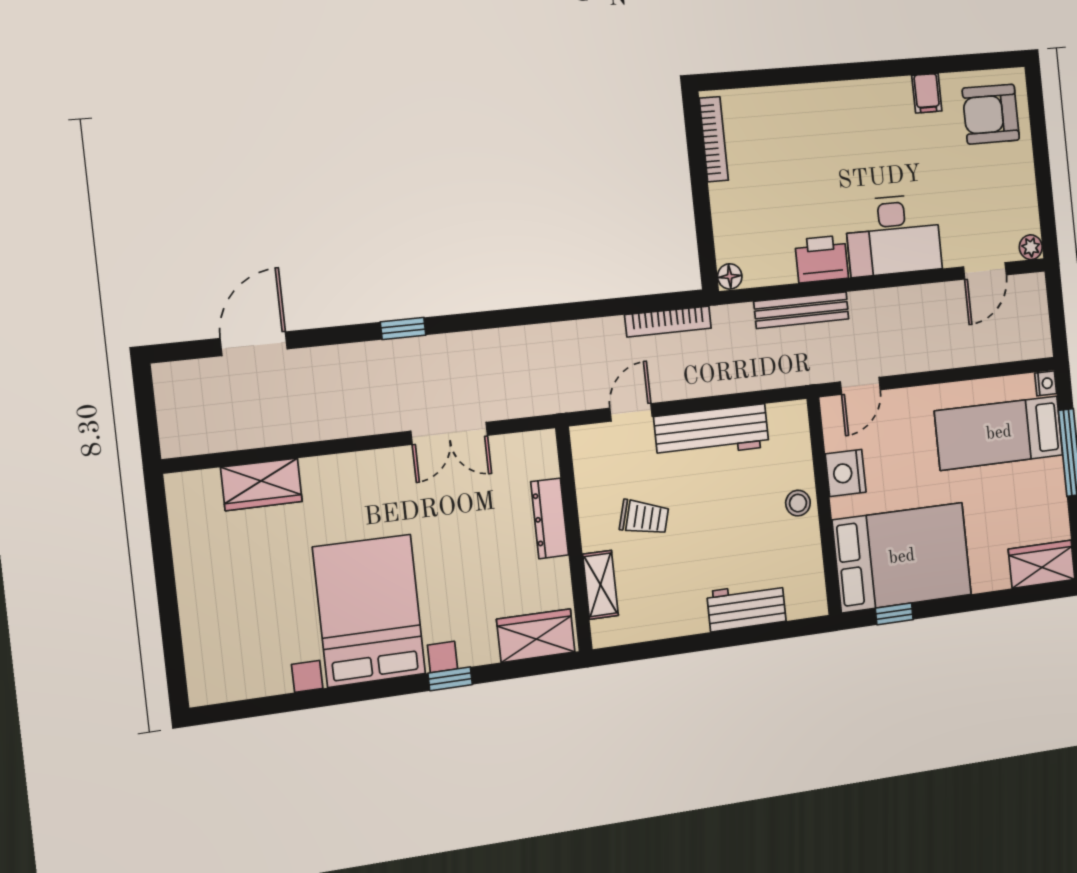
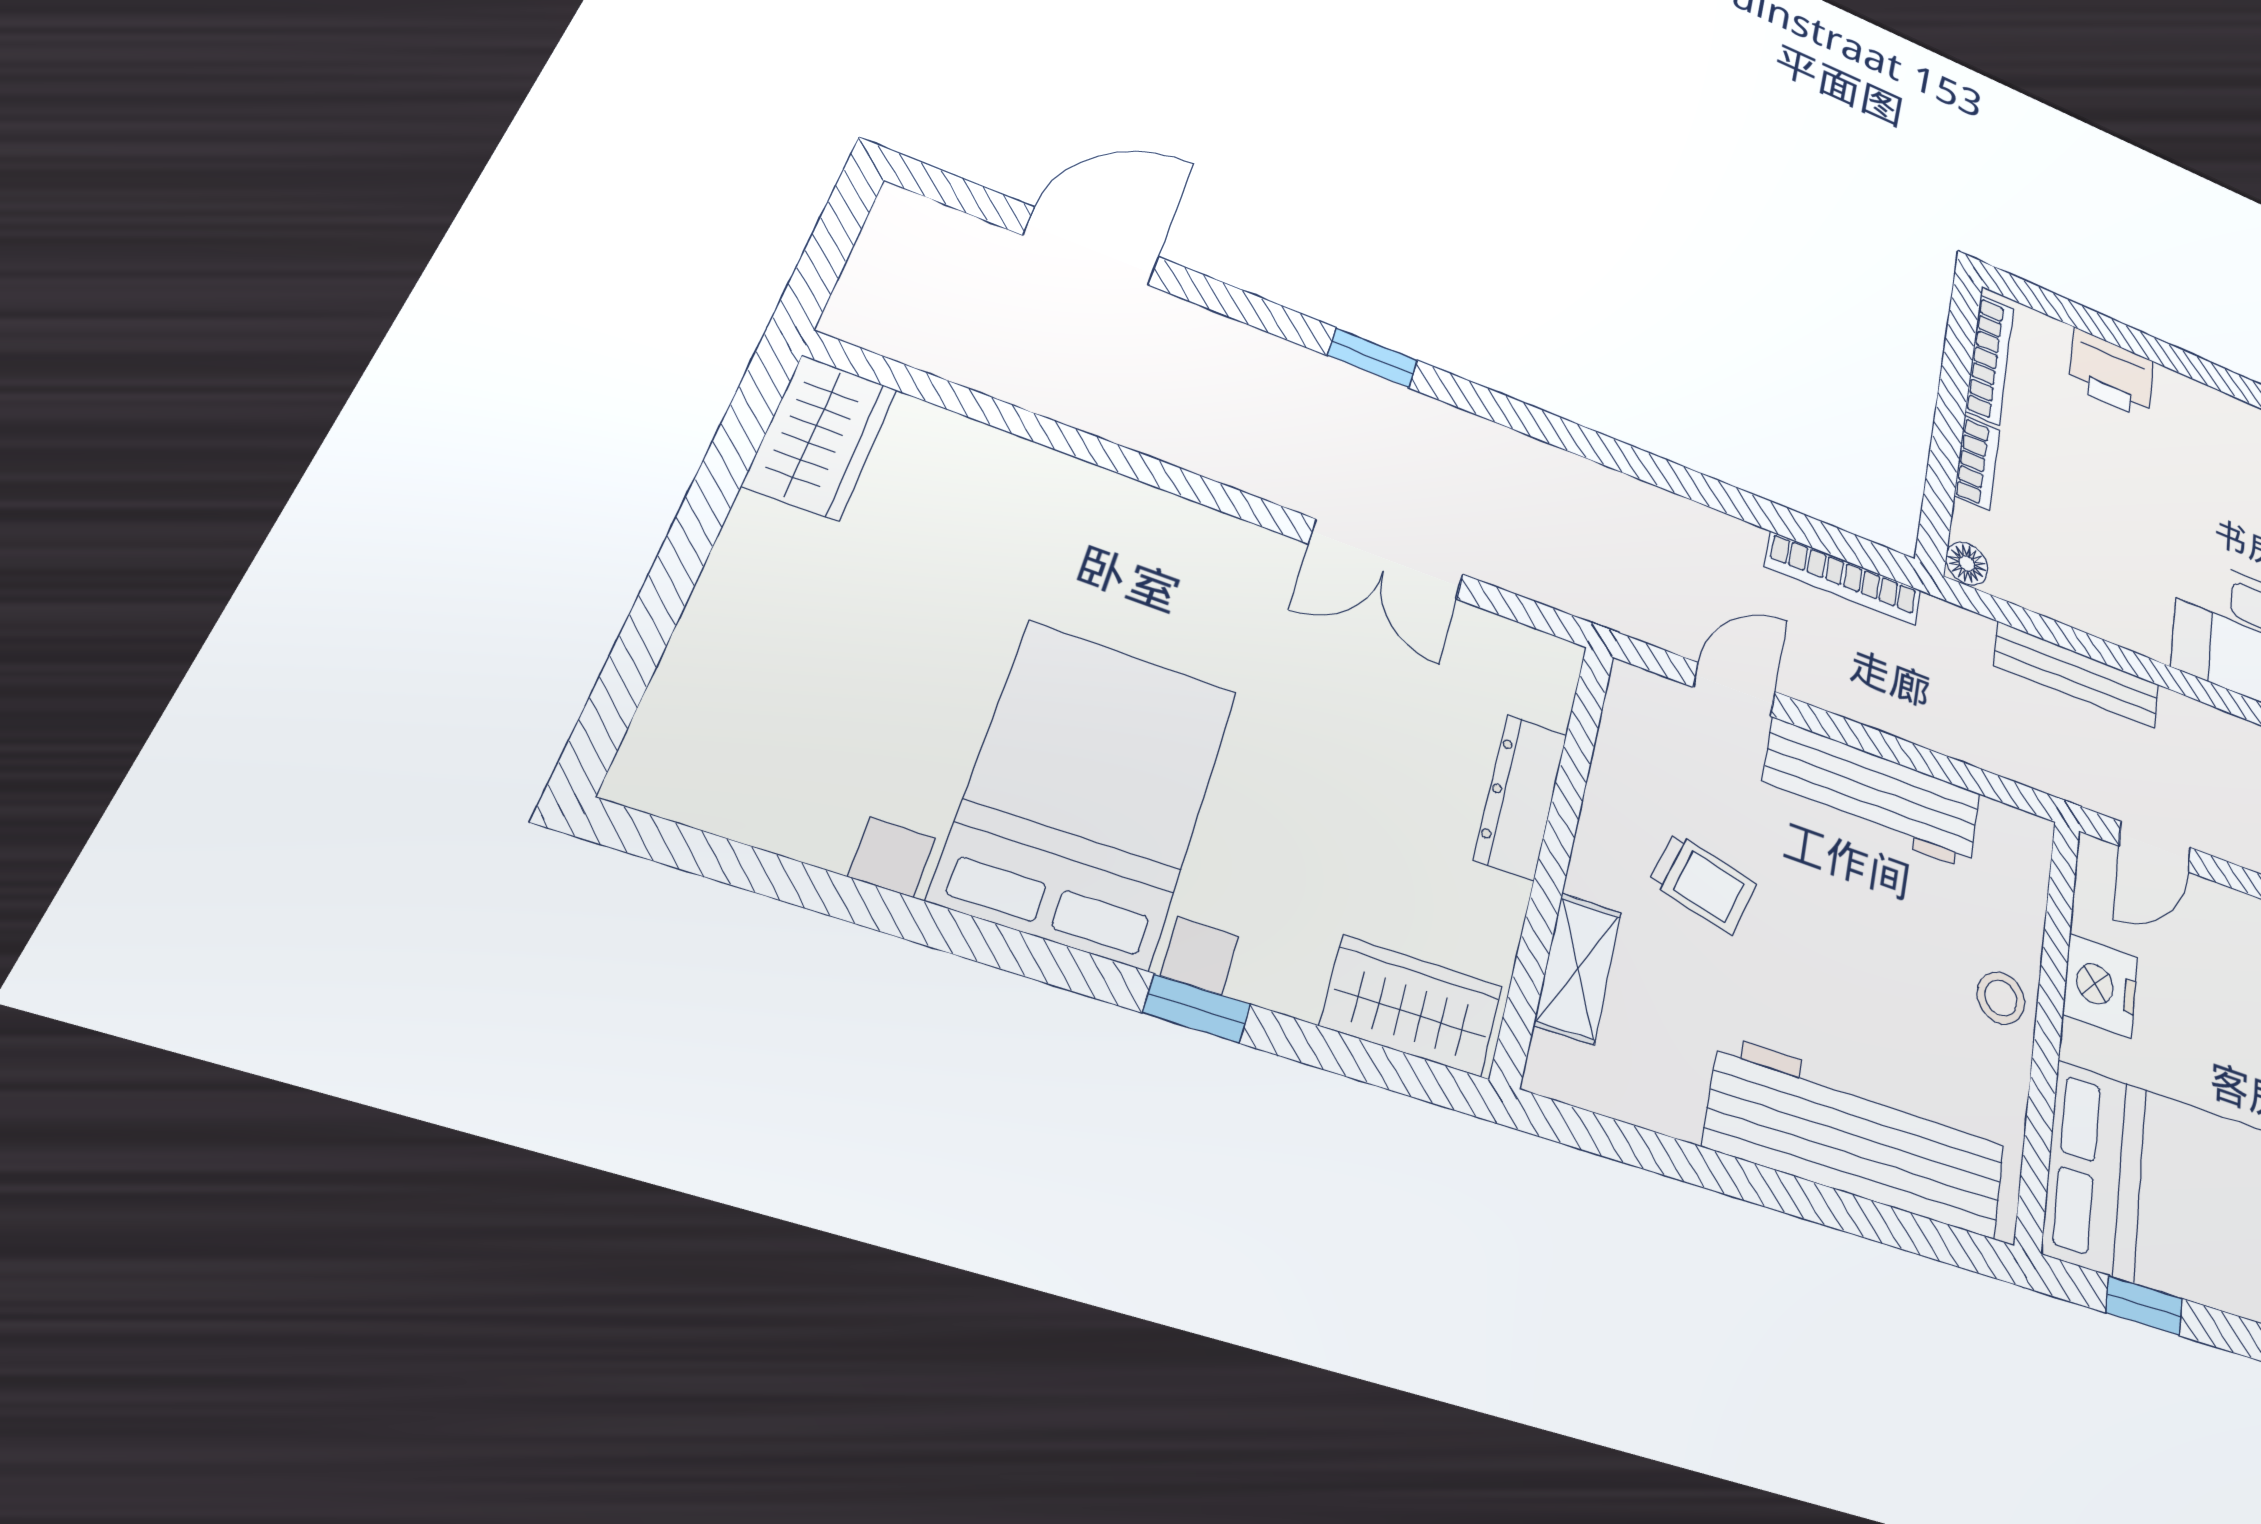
bookcase: (721, 211) -> (1977, 463), added
printer: (822, 259) -> (2111, 373), moved, turned 180
wardrobe: (261, 484) -> (820, 437), moved, turned -90
workbench: (746, 607) -> (1858, 1137), width x1.88, depth x1.32

